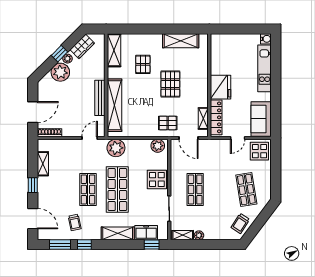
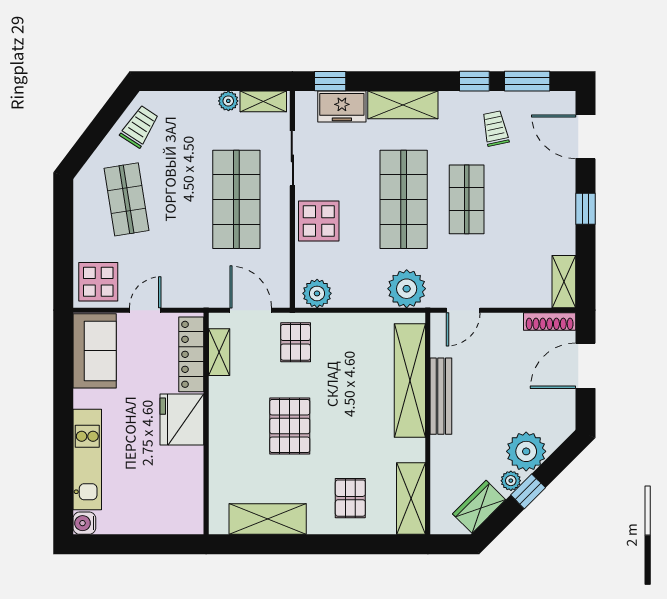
pallet: (143, 64) -> (350, 498), moved
pallet: (168, 123) -> (296, 342), turned 90
shelving: (43, 164) -> (564, 282), moved
shop shelf: (195, 190) -> (236, 199), width x1.43, depth x1.36

